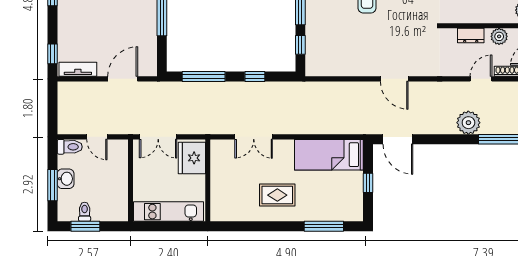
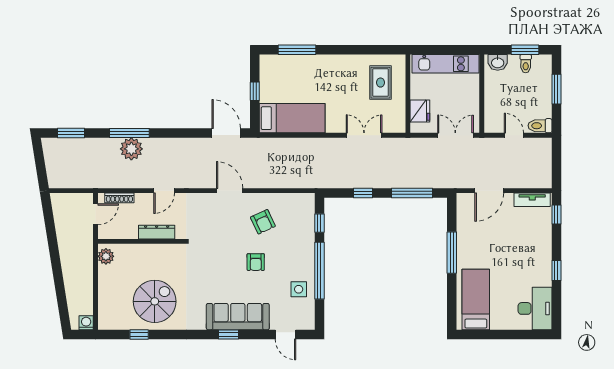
dresser: (471, 36) -> (157, 232), width x1.44
plant: (499, 36) -> (129, 231), removed
armchair: (360, 46) -> (263, 222), added
door: (481, 79) -> (164, 191), moved
plant: (468, 123) -> (131, 149), moved
fridge: (192, 158) -> (420, 111), width x0.73, depth x0.75
washbasin: (66, 179) -> (498, 62), moved, turned -90
rug: (277, 195) -> (381, 83), moved, turned 90

